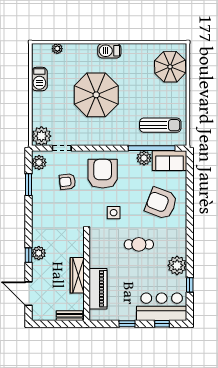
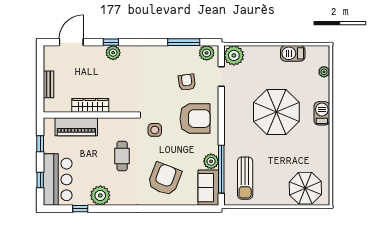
barbecue: (109, 51) -> (322, 113), moved
window: (29, 185) -> (184, 42), width x1.44
wardrobe: (77, 275) -> (90, 105), moved
wall: (87, 276) -> (89, 115), moved
piano: (98, 289) -> (76, 127), moved

